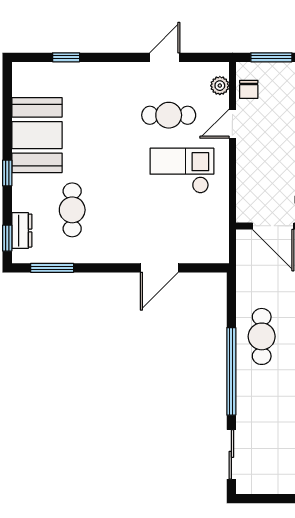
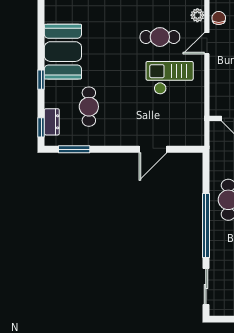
chair: (249, 89) -> (219, 18), turned 180

